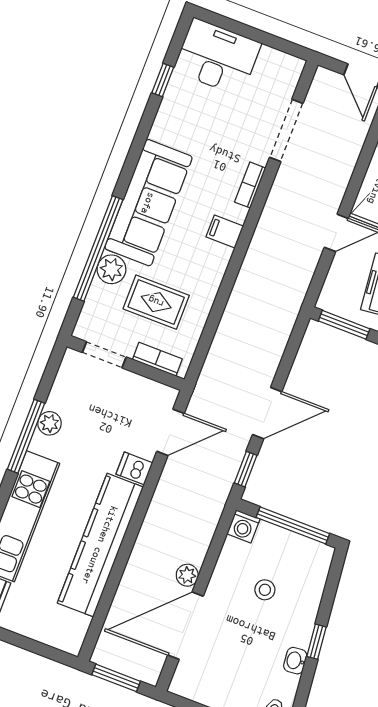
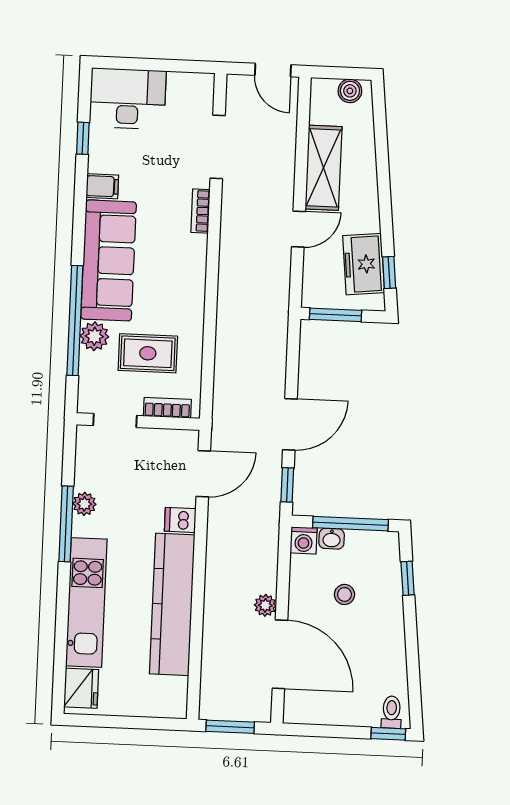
filing cabinet: (225, 232) -> (102, 186), moved, turned 180
door: (186, 626) -> (280, 654), swing flipped
window: (316, 642) -> (408, 578), moved
washbasin: (295, 661) -> (332, 539), moved, turned -84

